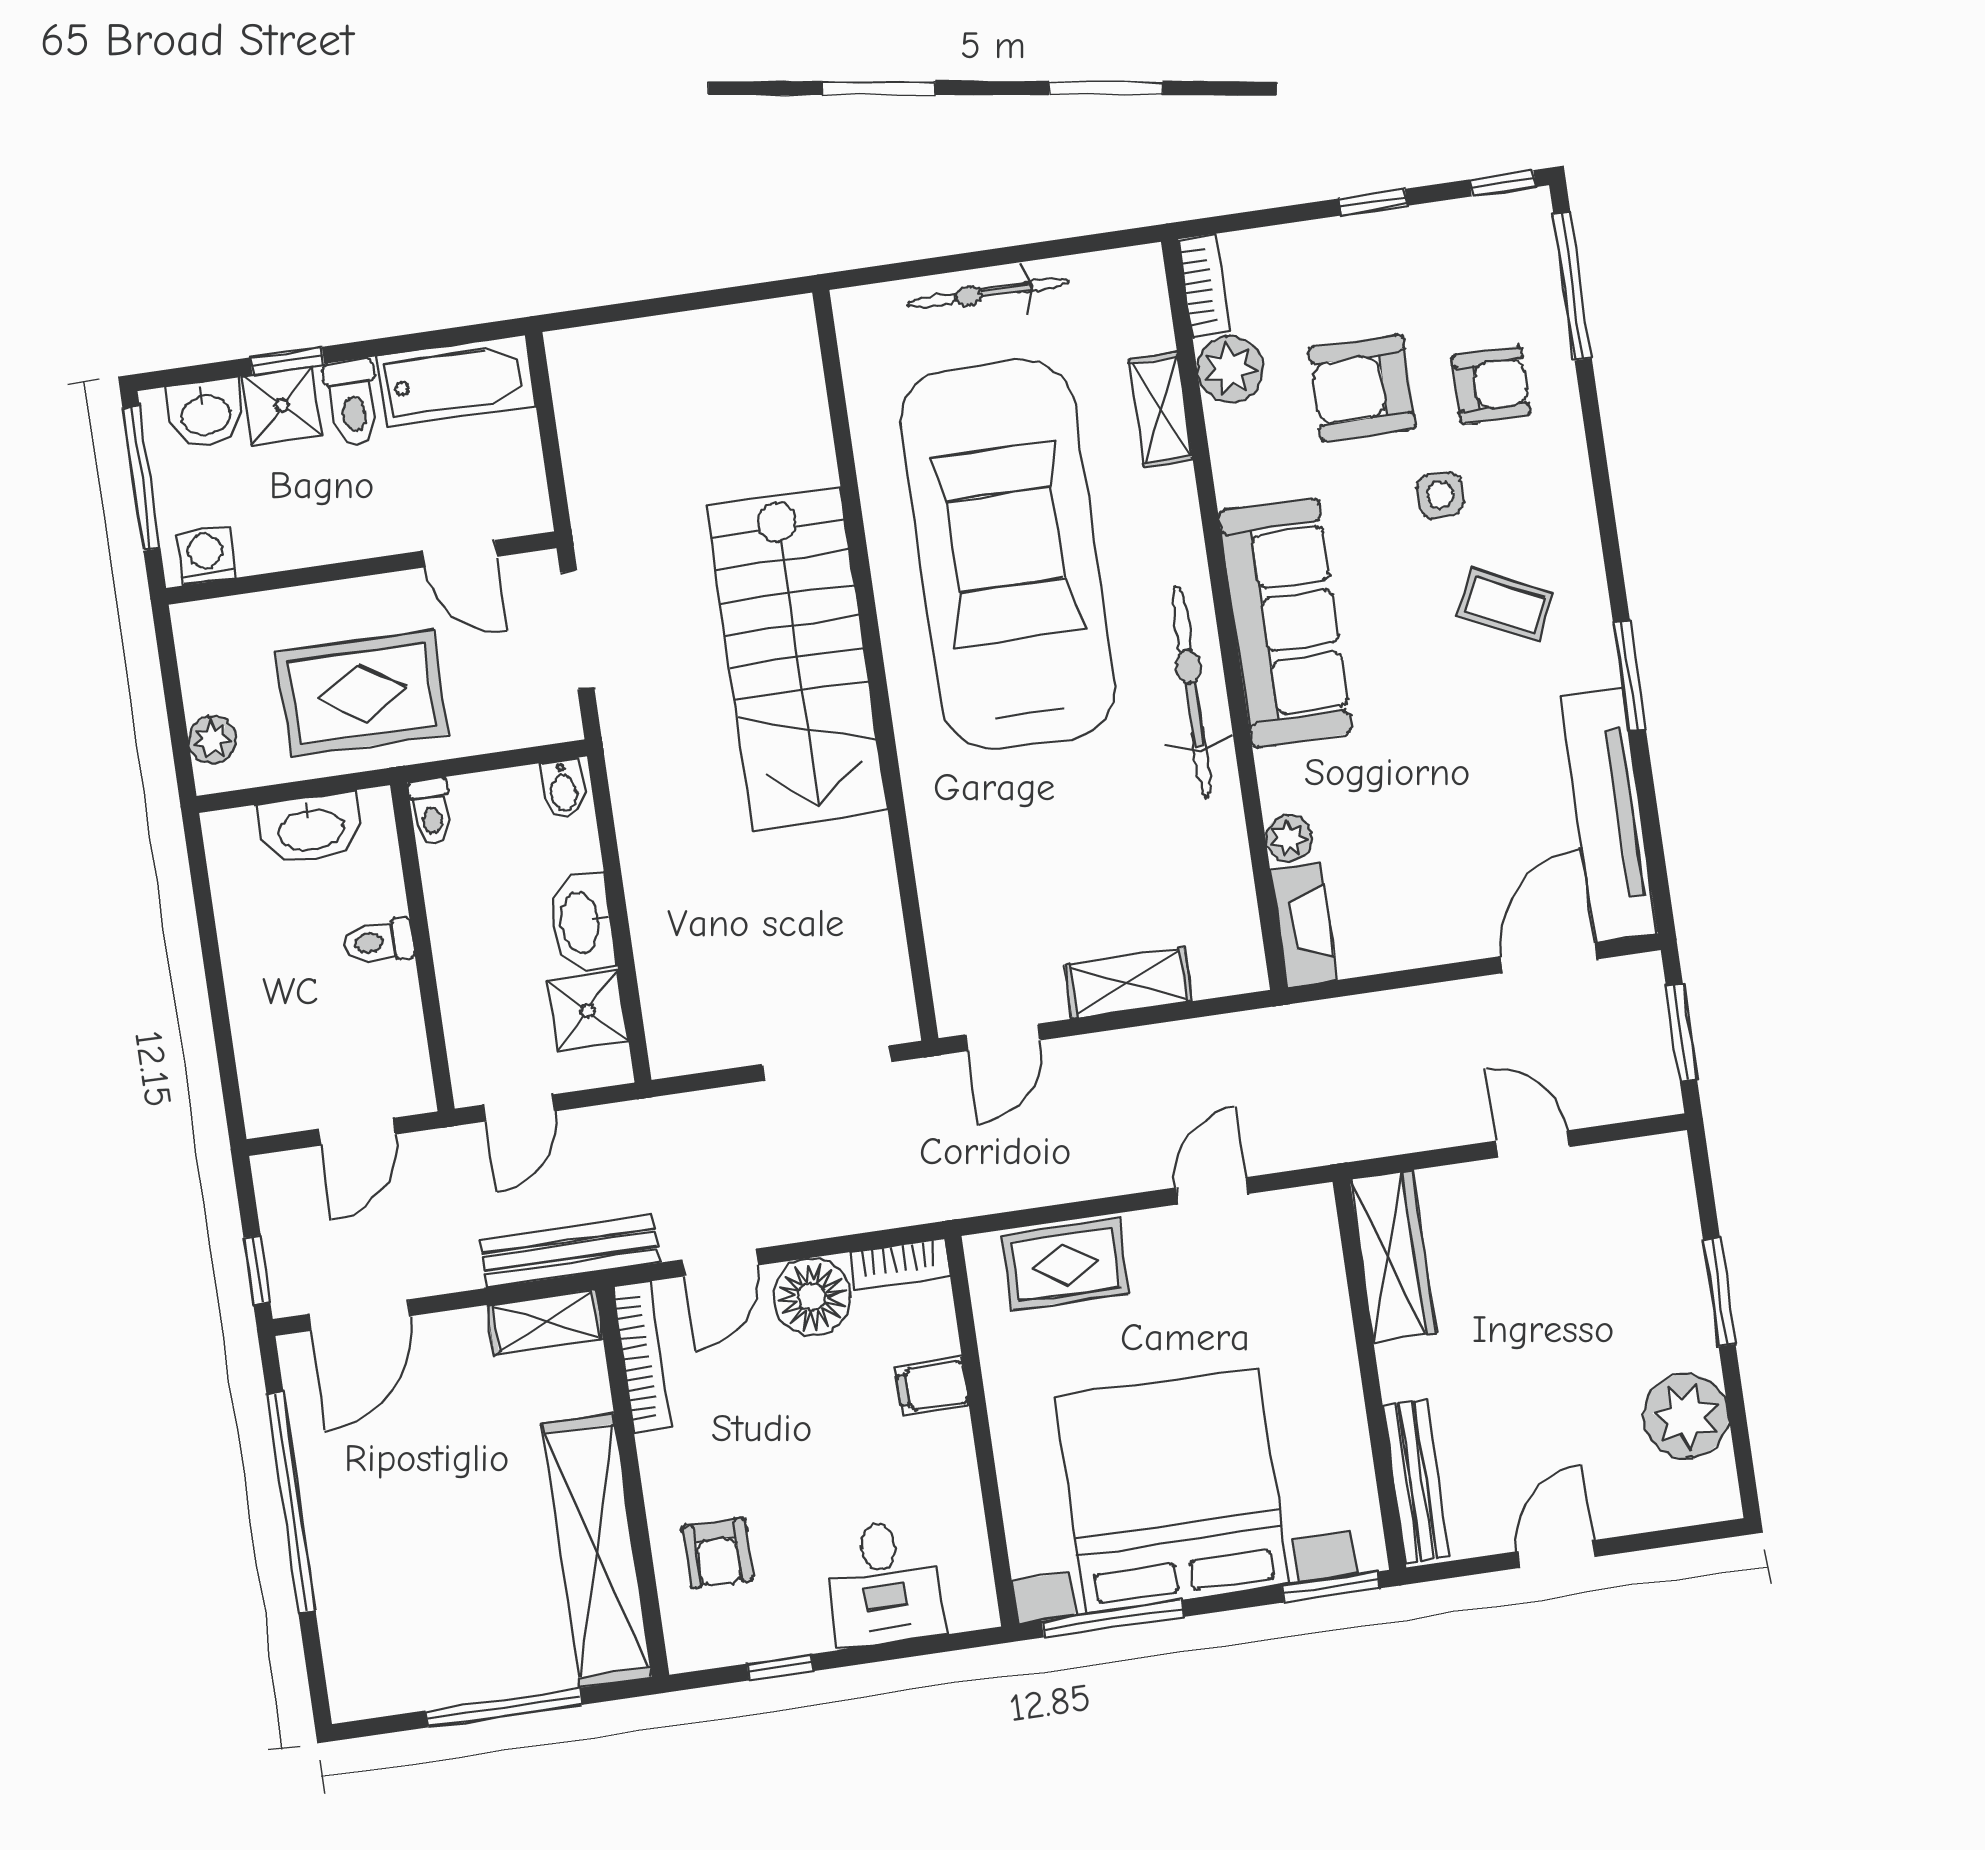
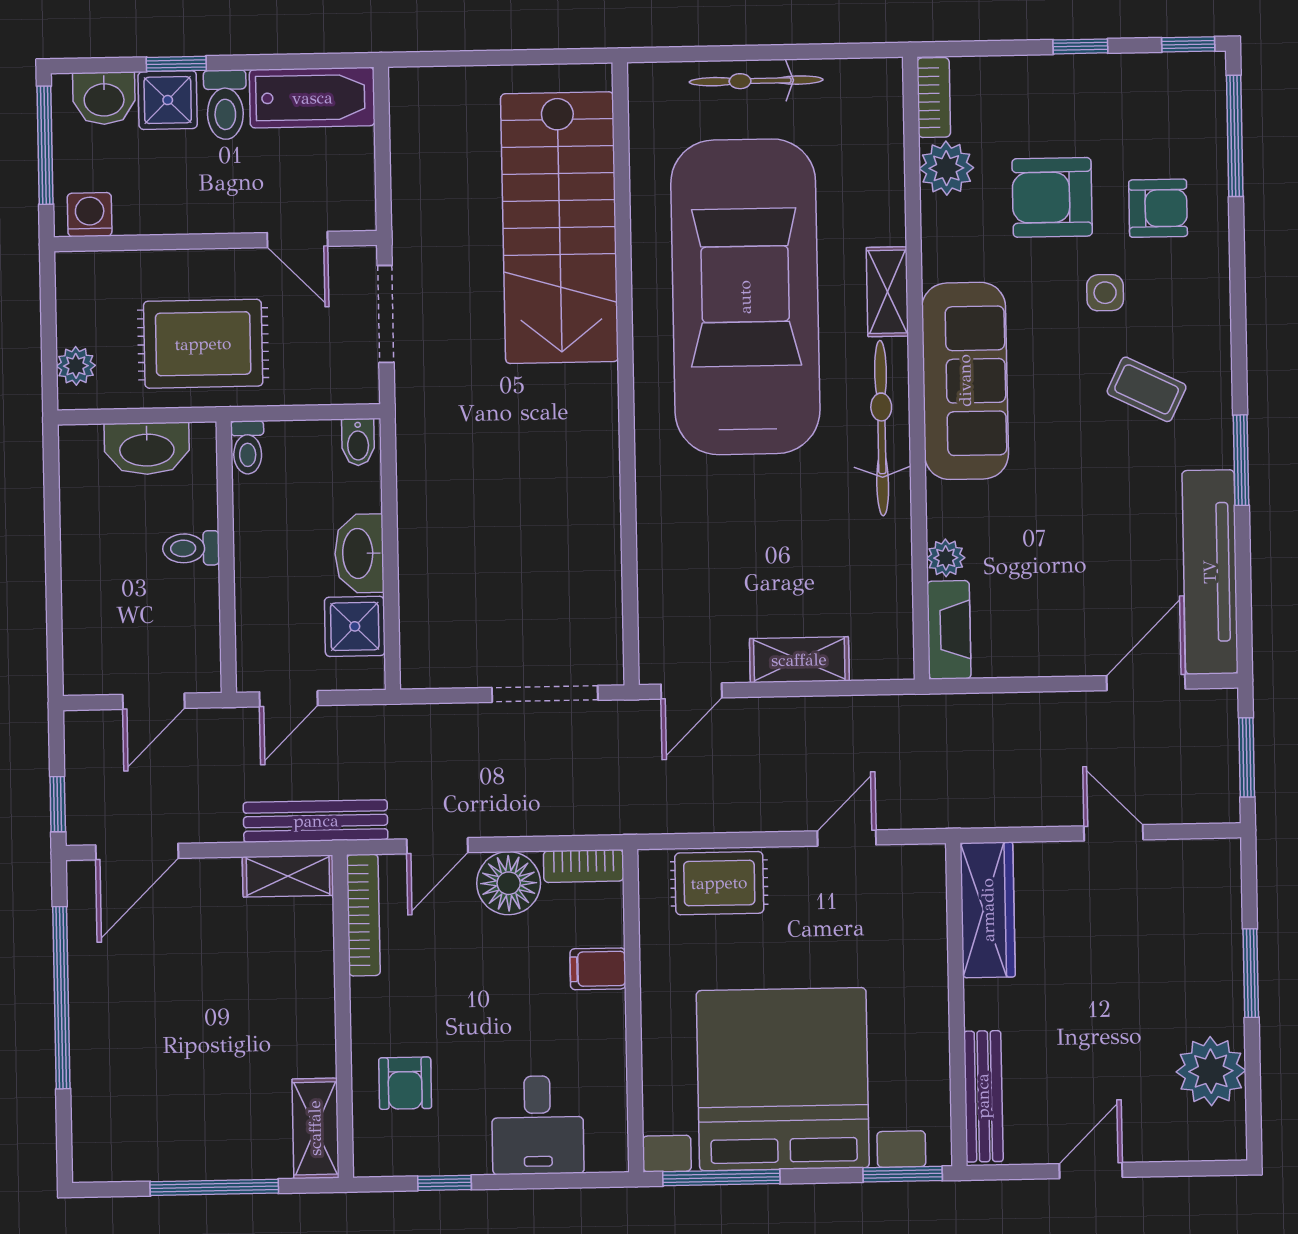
shelving: (1161, 410) -> (887, 292), moved
stairs: (797, 658) -> (560, 228), moved
shelving: (597, 1550) -> (315, 1128), width x0.45, depth x0.75

